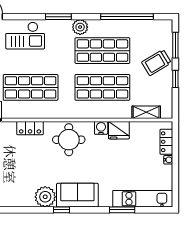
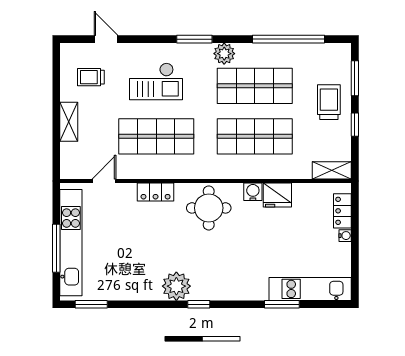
checkout: (25, 36) -> (156, 81), moved
trolley: (156, 62) -> (329, 102), turned 121
shelving: (146, 112) -> (332, 170), moved
sofa: (77, 195) -> (221, 284), removed

